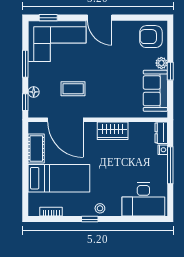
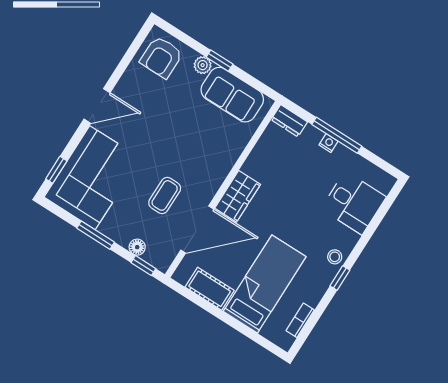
wardrobe: (113, 131) -> (238, 196), moved
nightstand: (163, 150) -> (328, 143), moved
desk: (143, 199) -> (354, 203), width x0.73

